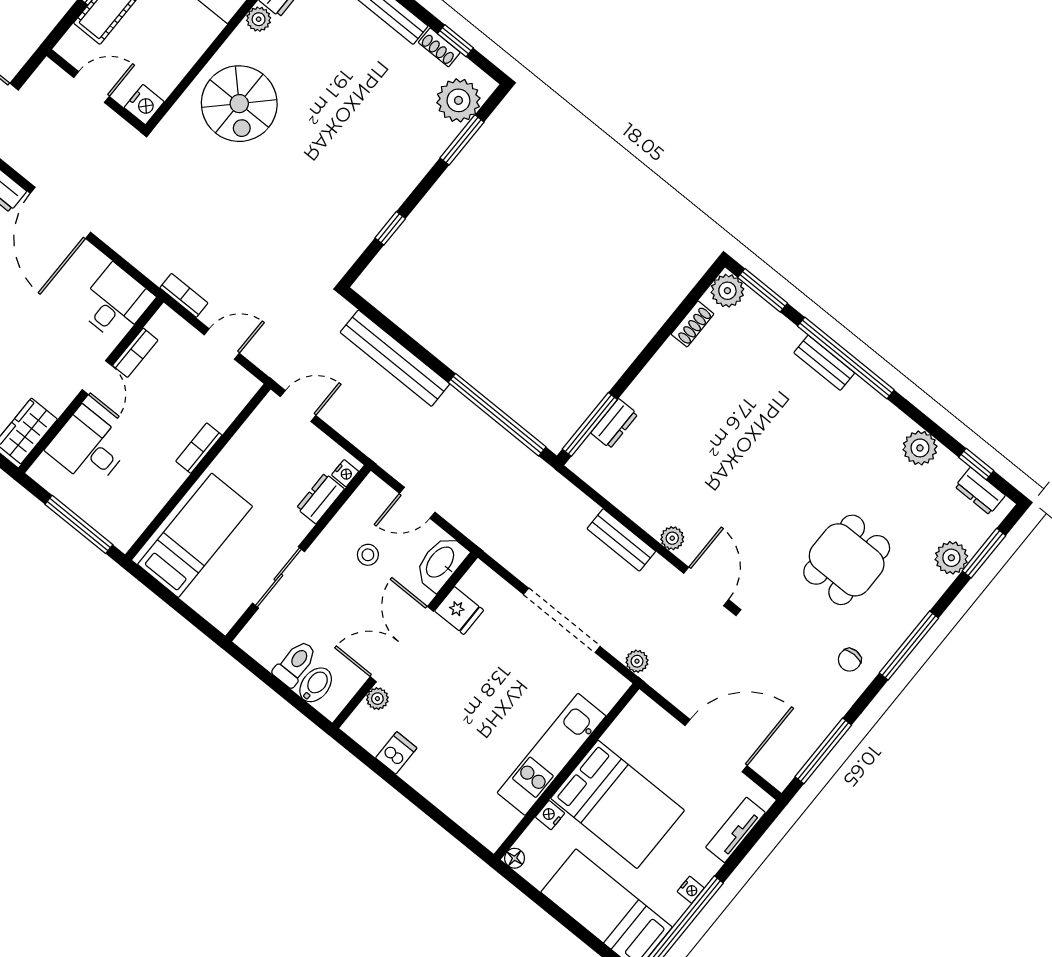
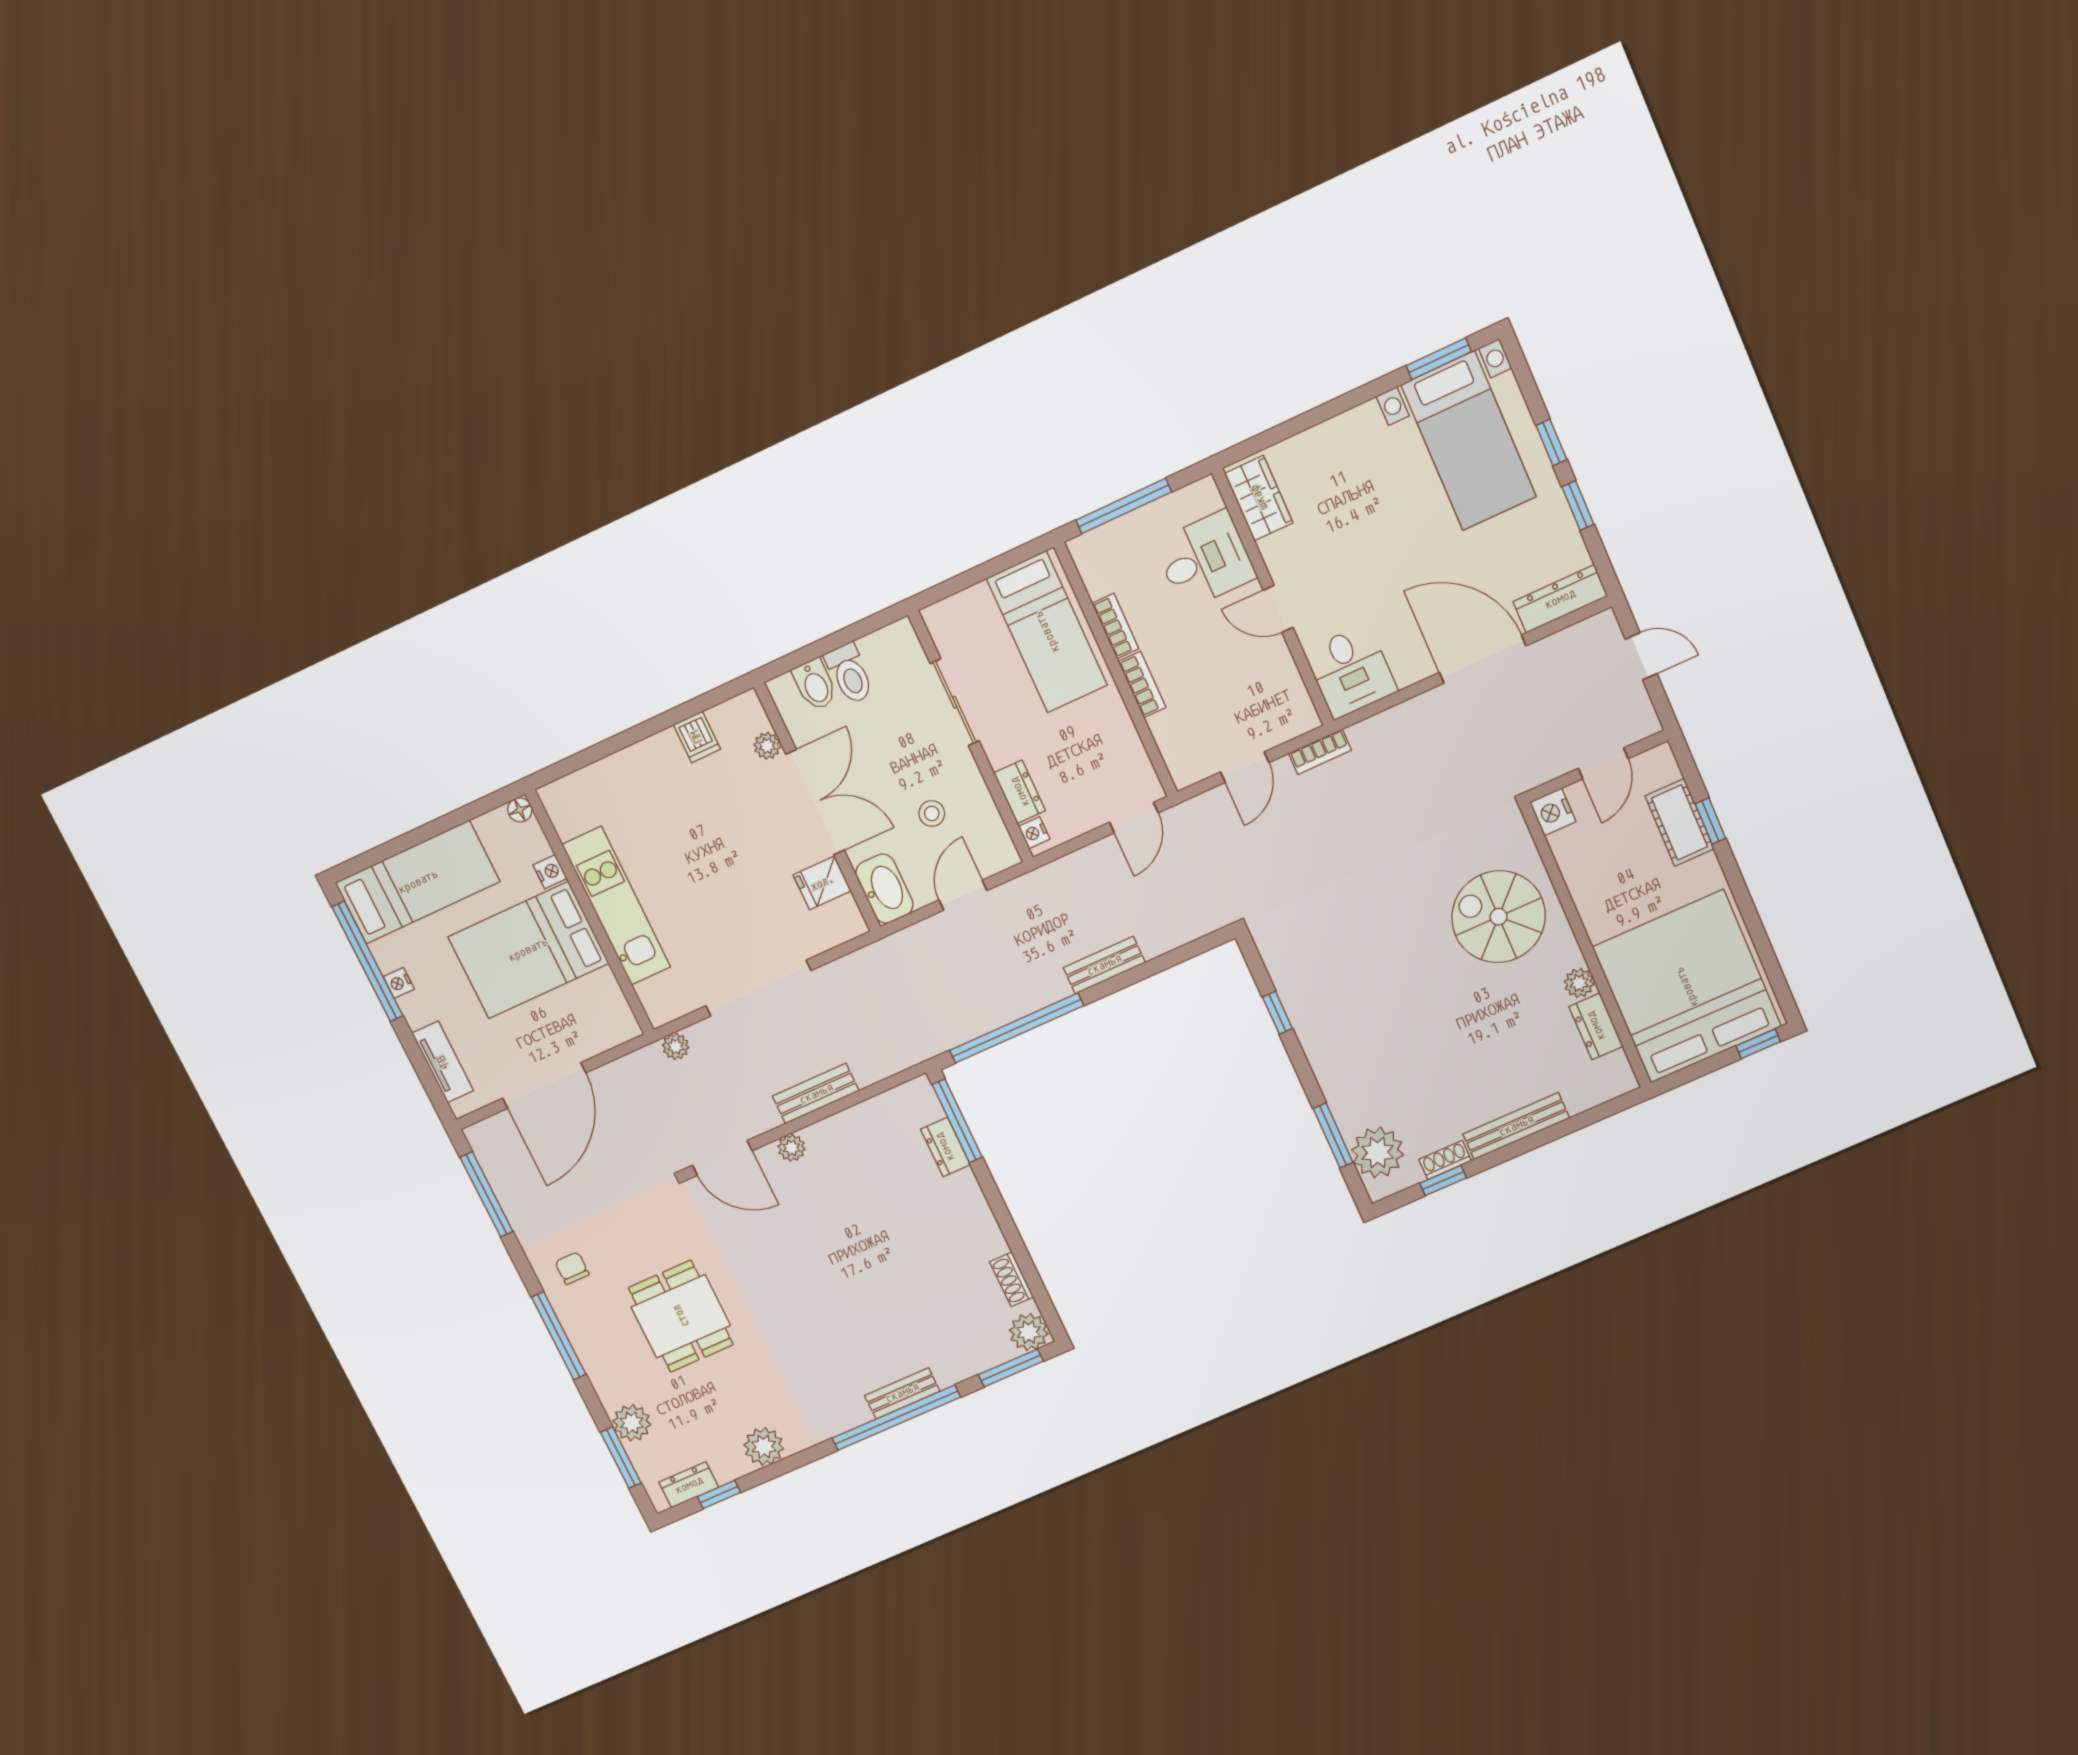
bookcase: (135, 353) -> (1115, 626), moved, turned 180
bench: (395, 358) -> (1104, 965), width x0.54, depth x0.82

